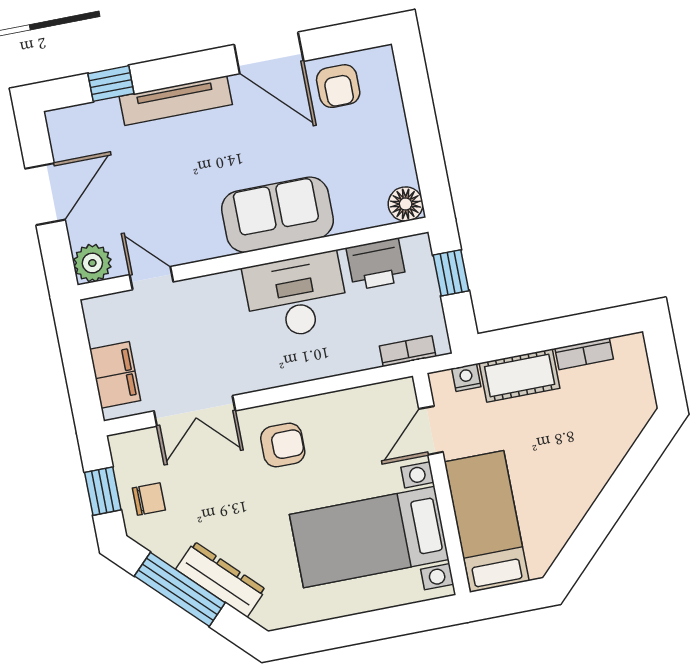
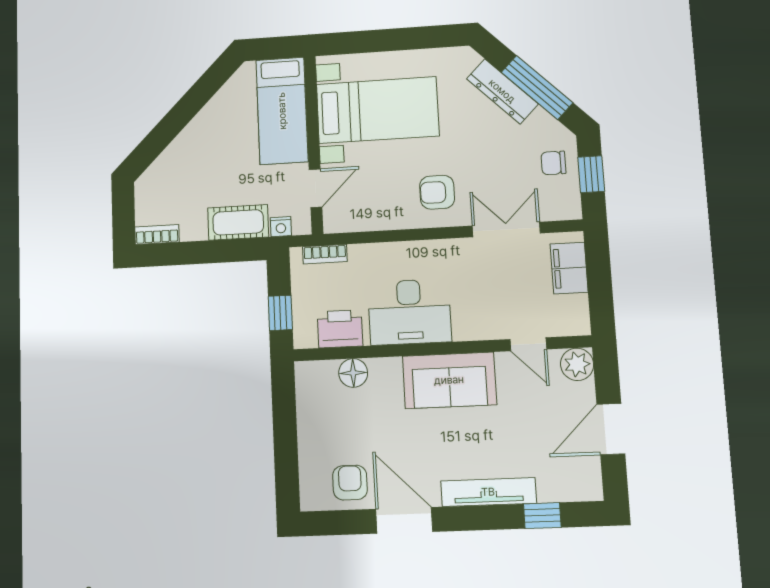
floor lamp: (406, 204) -> (353, 373), moved
sofa: (277, 215) -> (449, 380), moved
bookcase: (584, 354) -> (157, 234), moved

